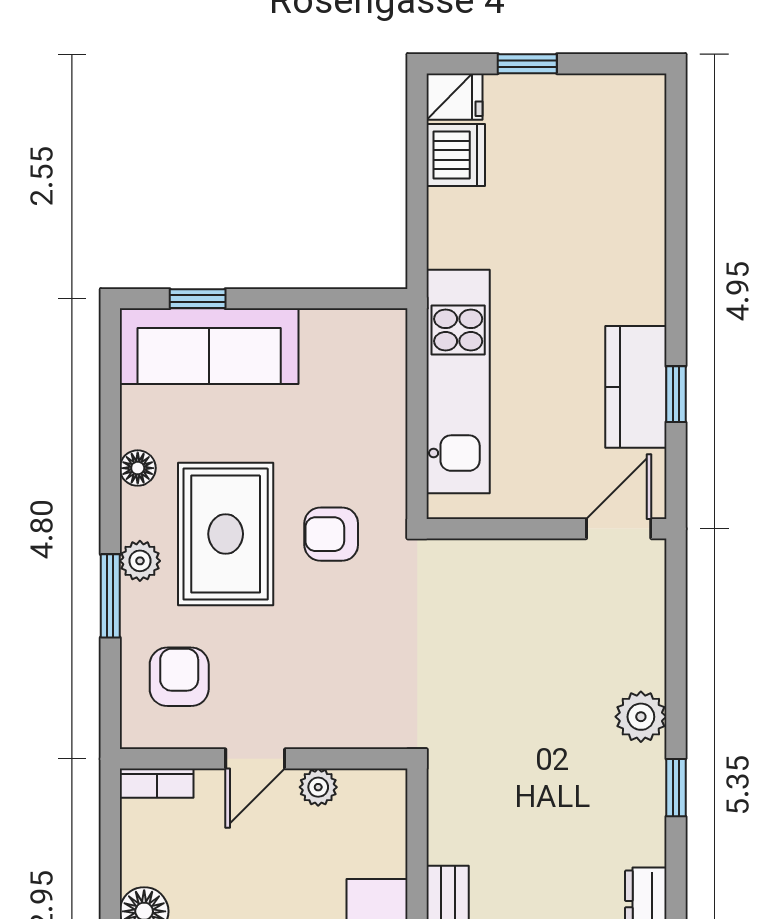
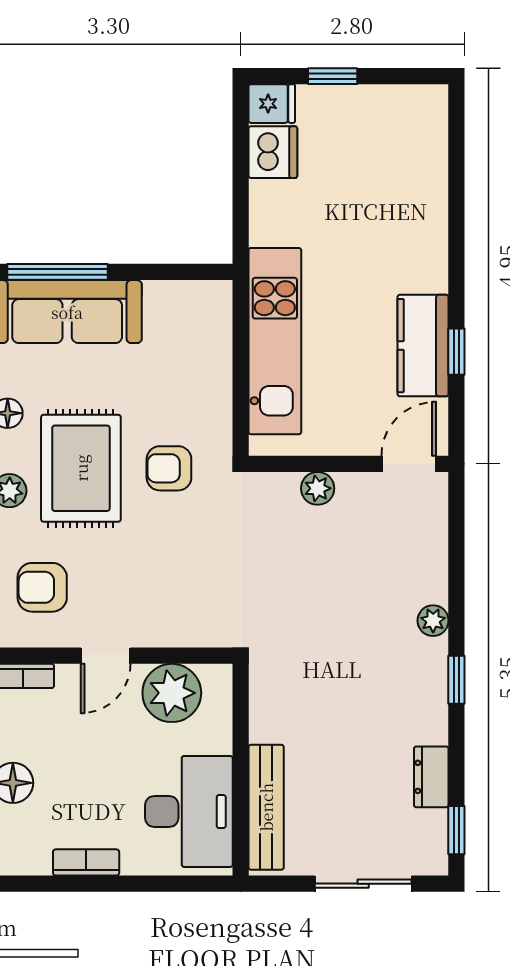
window: (198, 299) -> (58, 272), width x2.17
plant: (509, 558) -> (318, 488), added
armchair: (179, 677) -> (42, 587), turned -90
plant: (641, 717) -> (433, 621), width x0.73, depth x0.73
plant: (318, 787) -> (172, 693), width x1.88, depth x1.88

